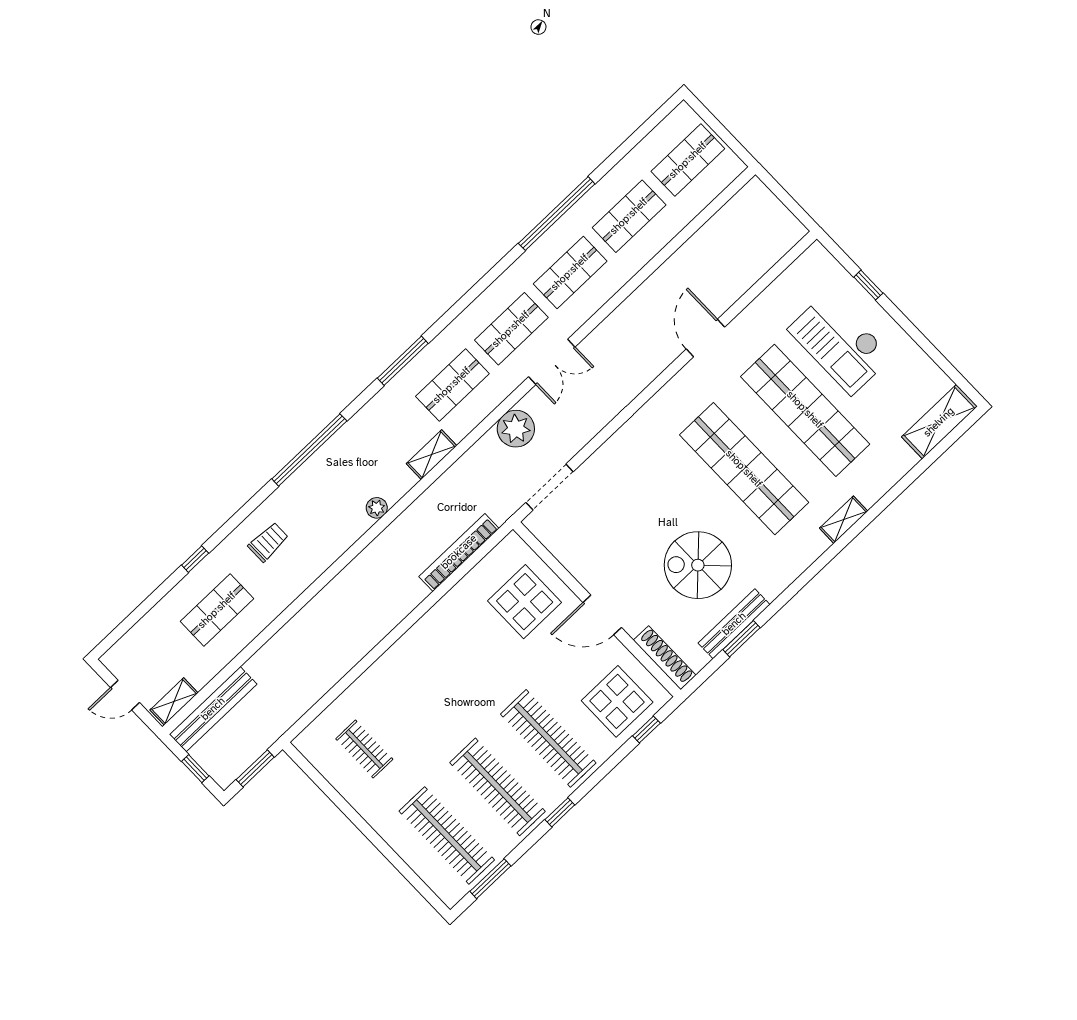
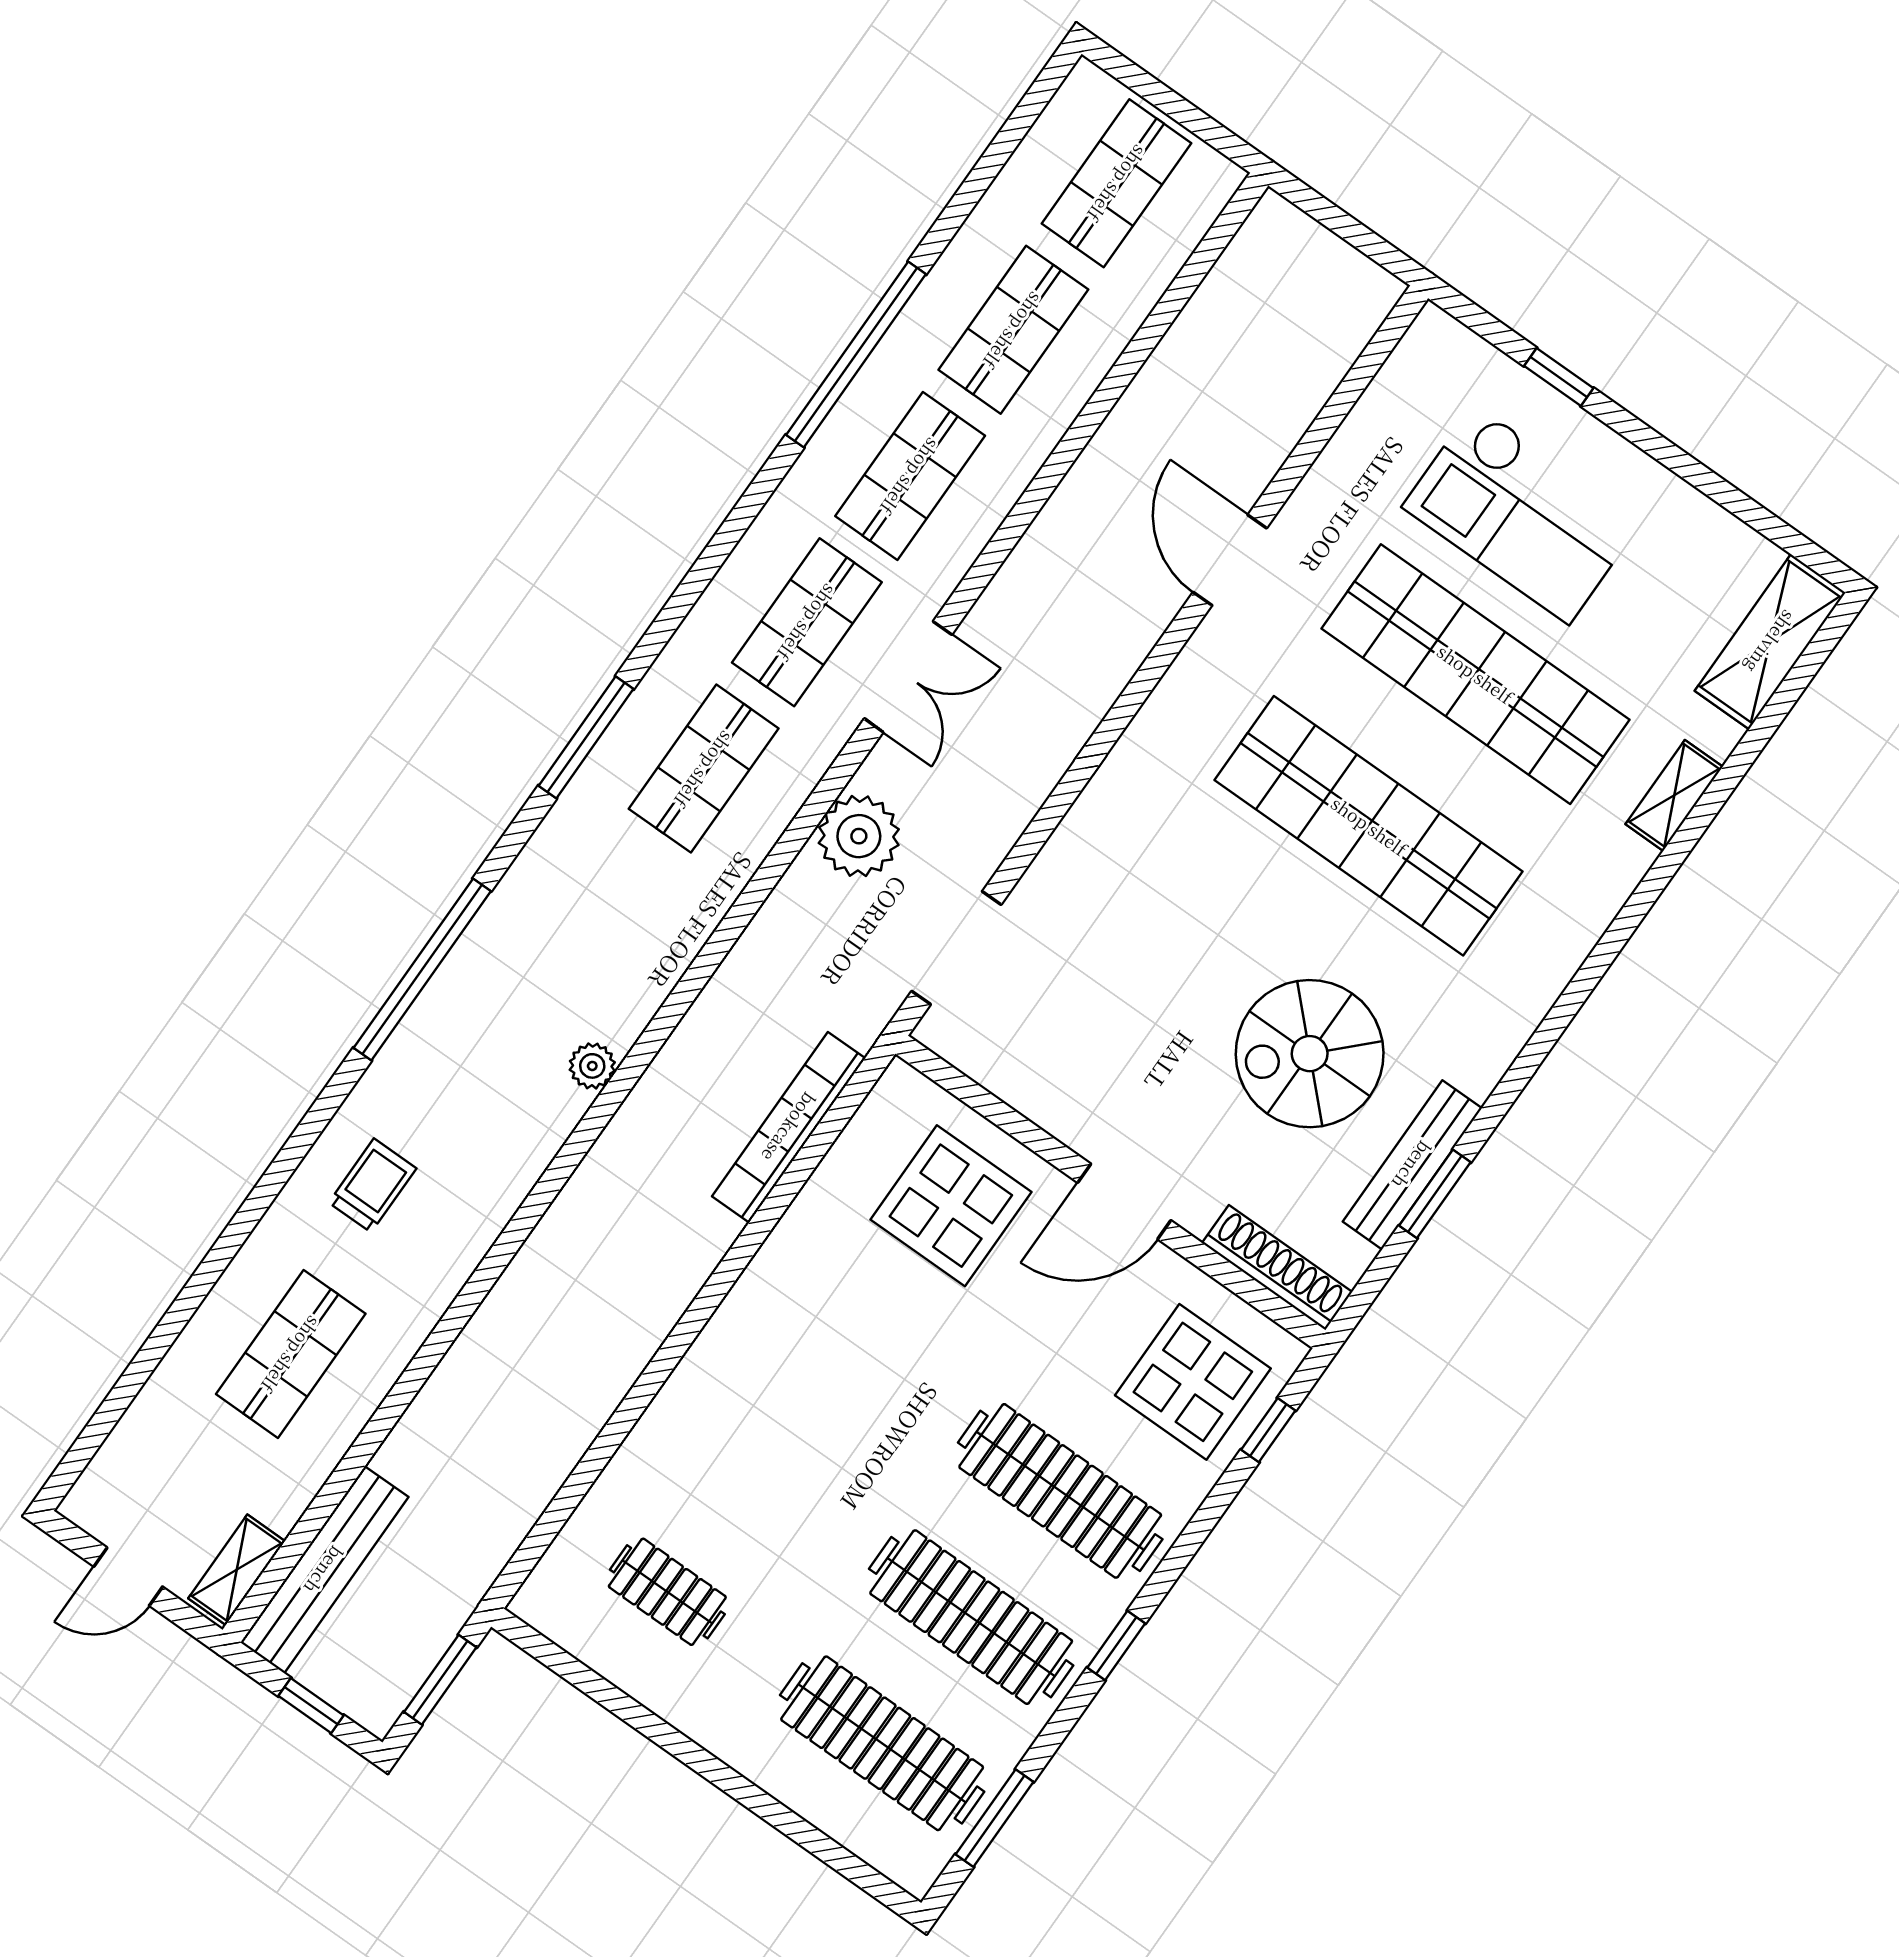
shelving: (431, 455) -> (688, 928), removed
shelving: (844, 520) -> (1674, 795), moved
window: (195, 559) -> (222, 1254), removed

